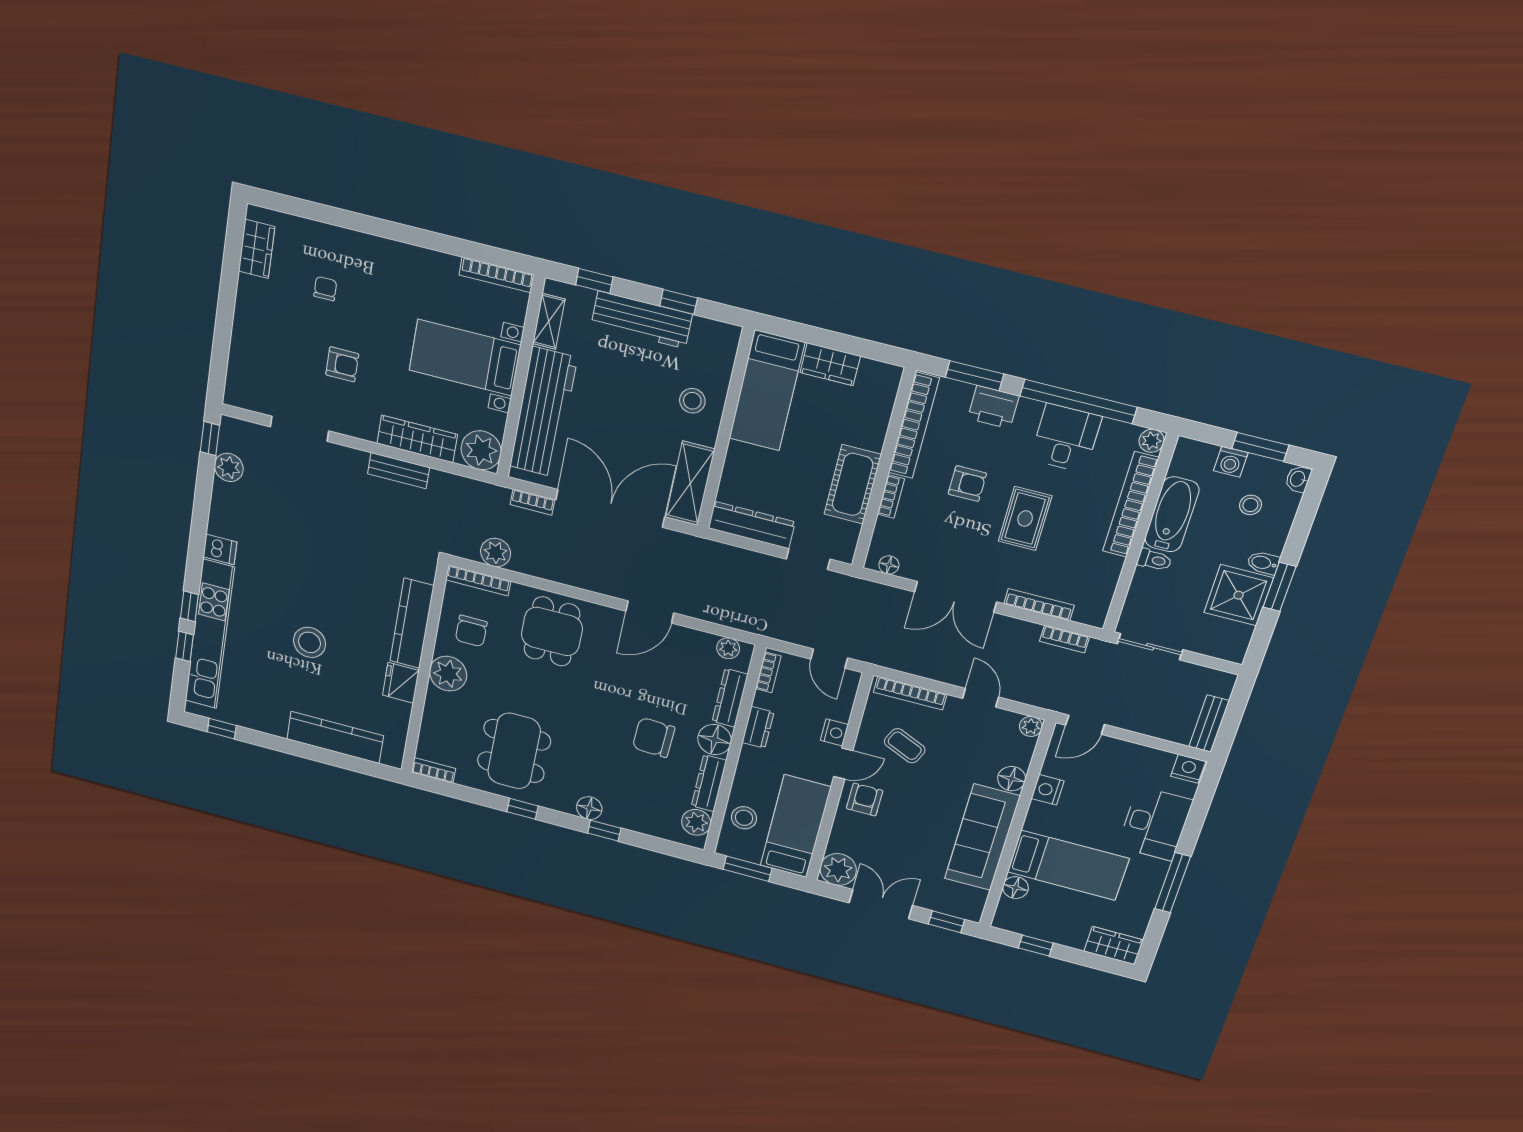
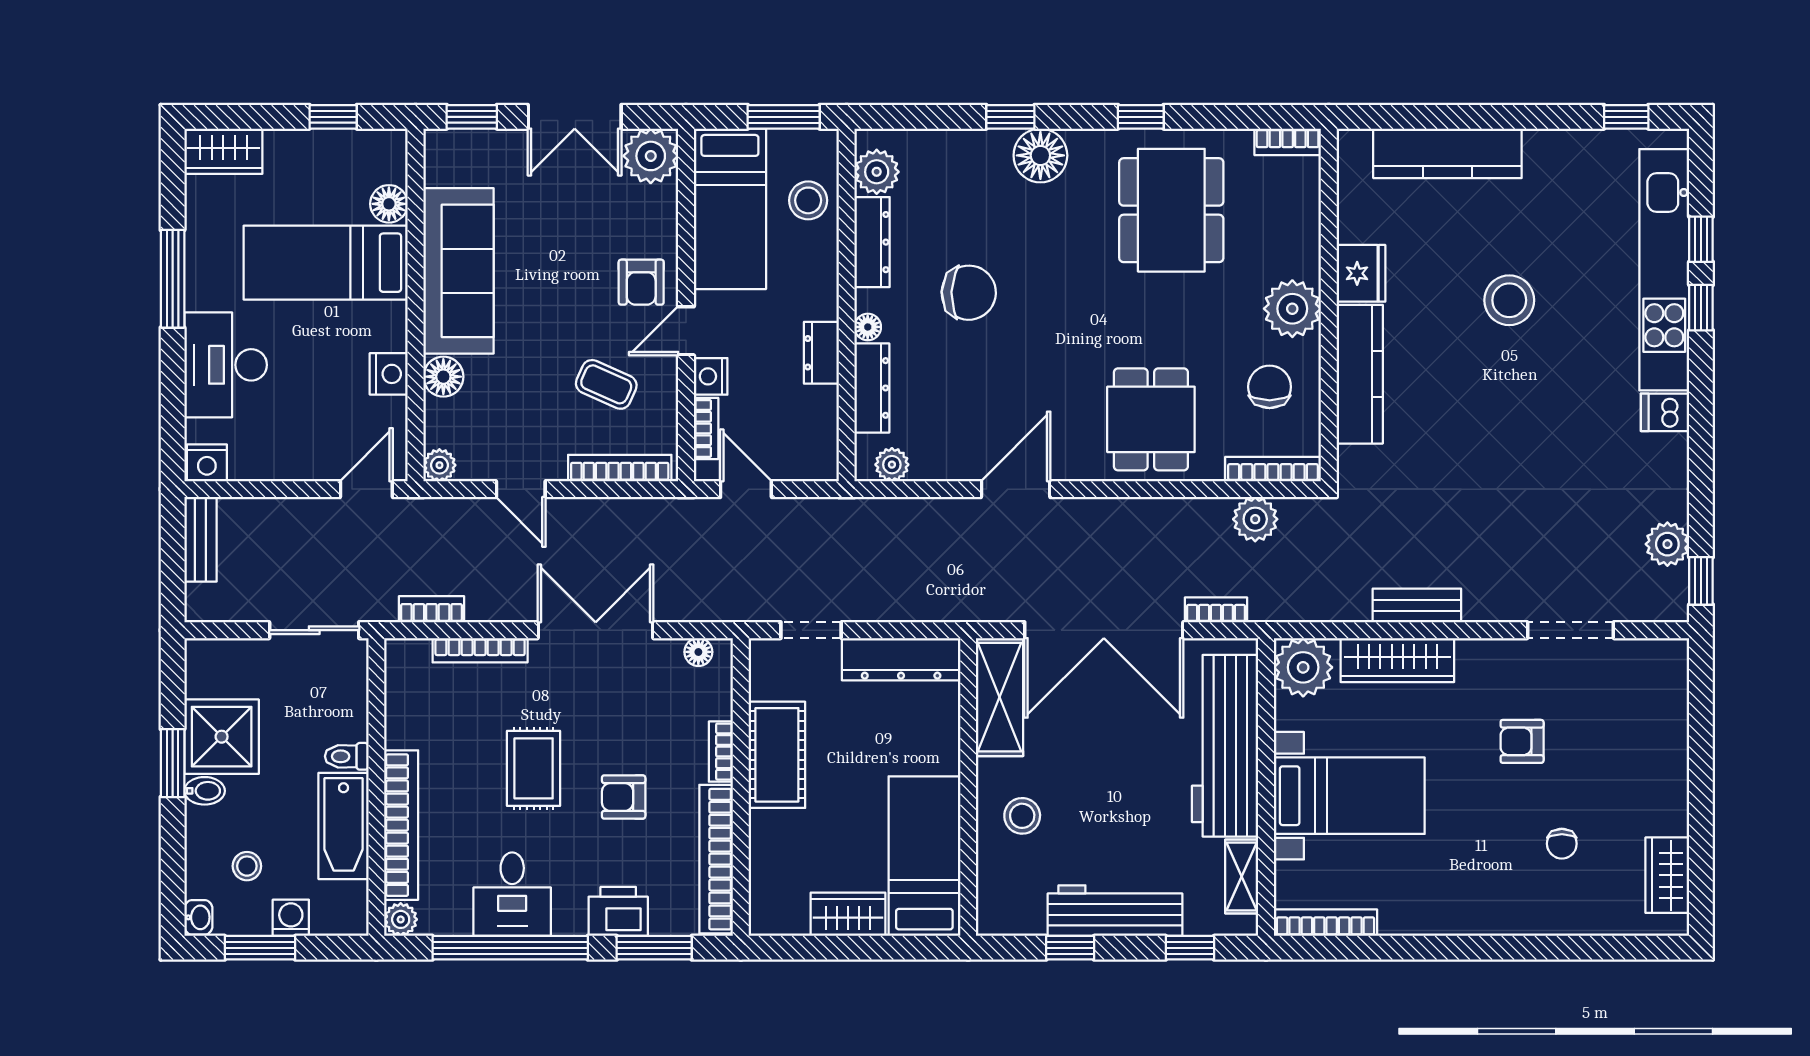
bookcase: (768, 672) -> (706, 428), moved, turned 180
floor lamp: (715, 740) -> (868, 327), width x0.53, depth x0.53
floor lamp: (589, 808) -> (1040, 155), width x1.38, depth x1.38

